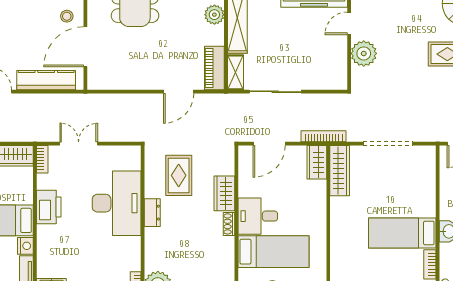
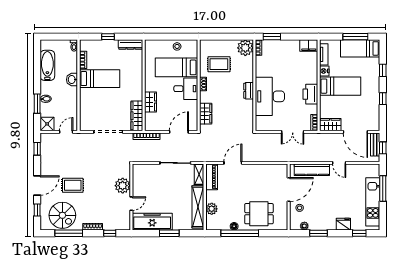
wardrobe: (317, 162) -> (151, 102), moved
rug: (179, 175) -> (219, 64), moved, turned 90
wardrobe: (224, 193) -> (206, 114), moved

